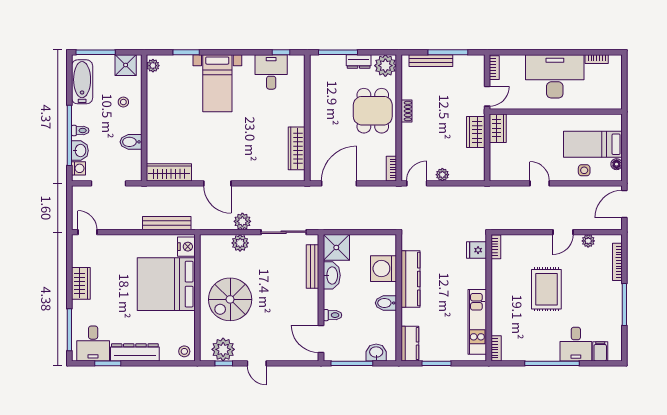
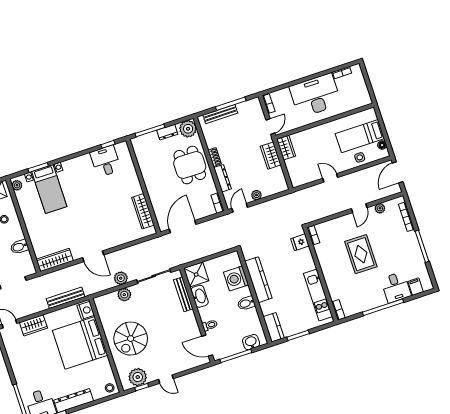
bed with nightstands: (217, 83) -> (49, 189), moved
dresser: (408, 140) -> (223, 178), added
wardrobe: (81, 283) -> (33, 325), moved, turned 90

